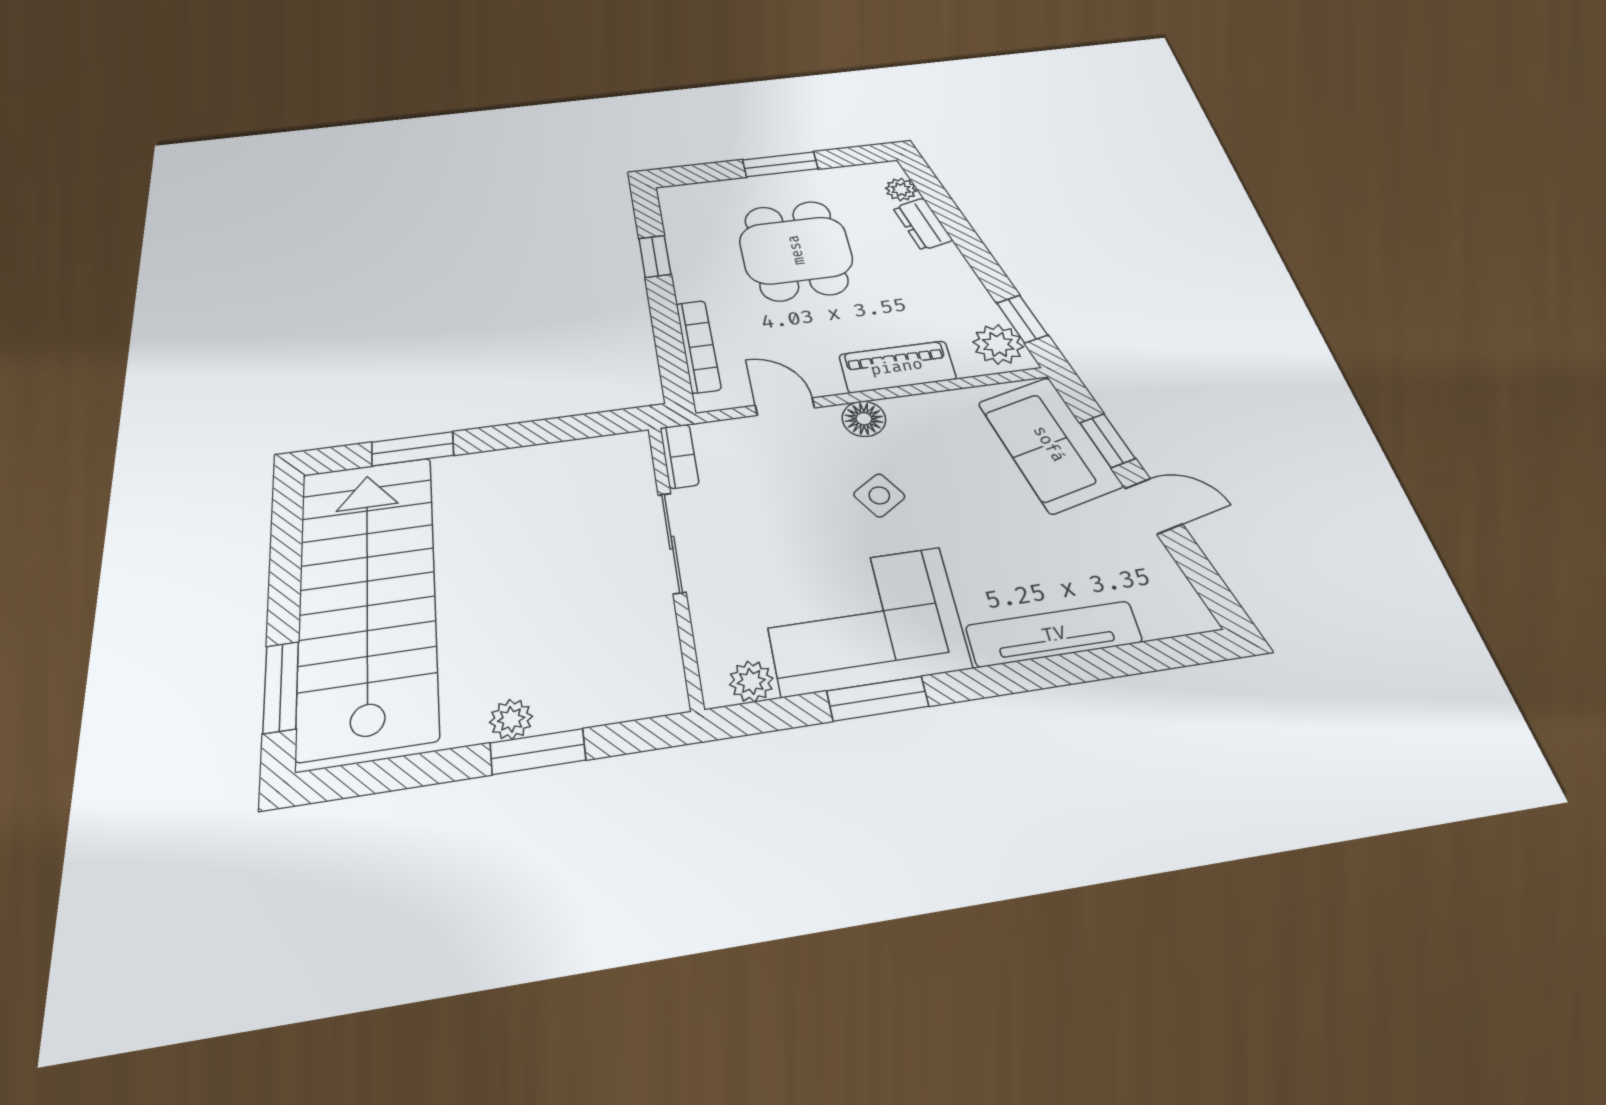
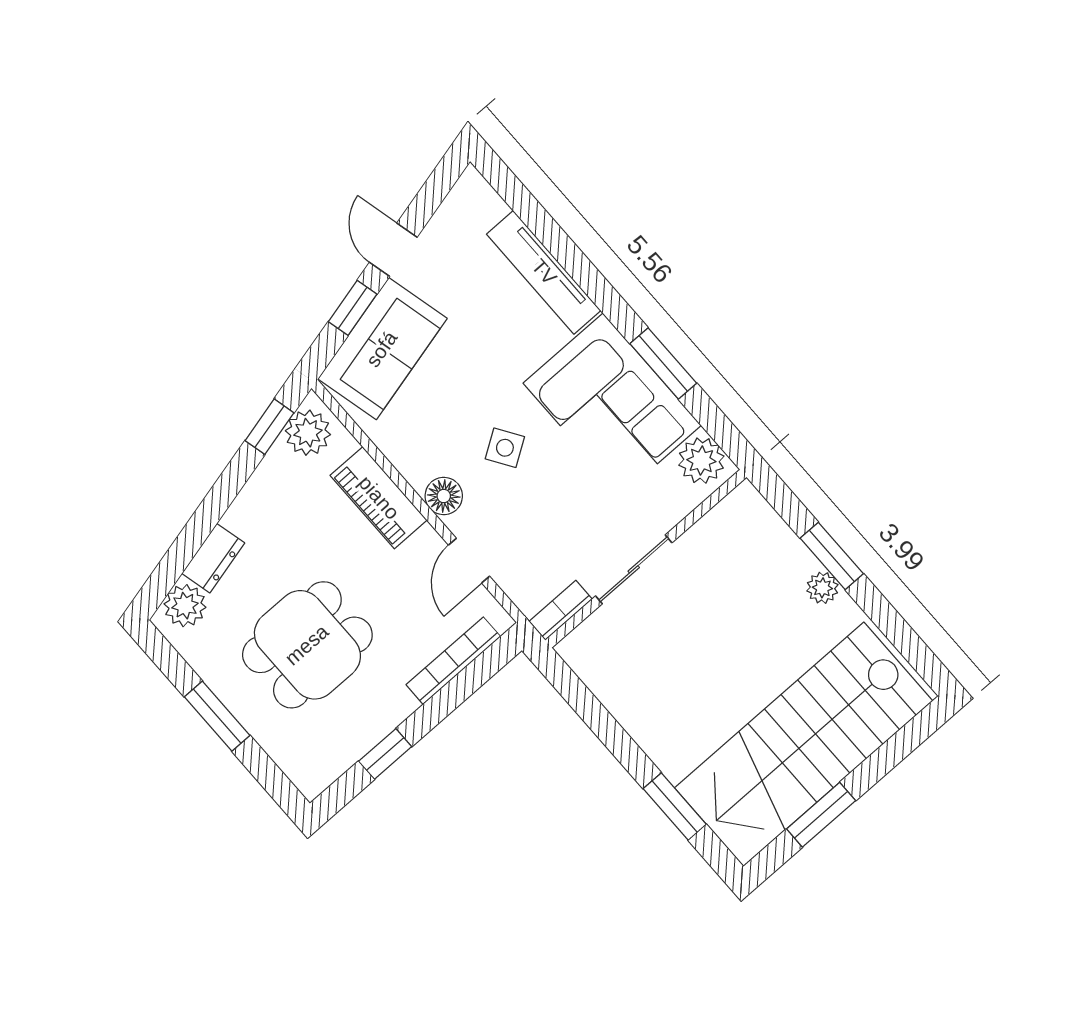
plant: (901, 189) -> (185, 606), width x1.38, depth x1.38
plant: (751, 681) -> (701, 461), width x1.38, depth x1.38
window: (281, 687) -> (821, 815), moved

